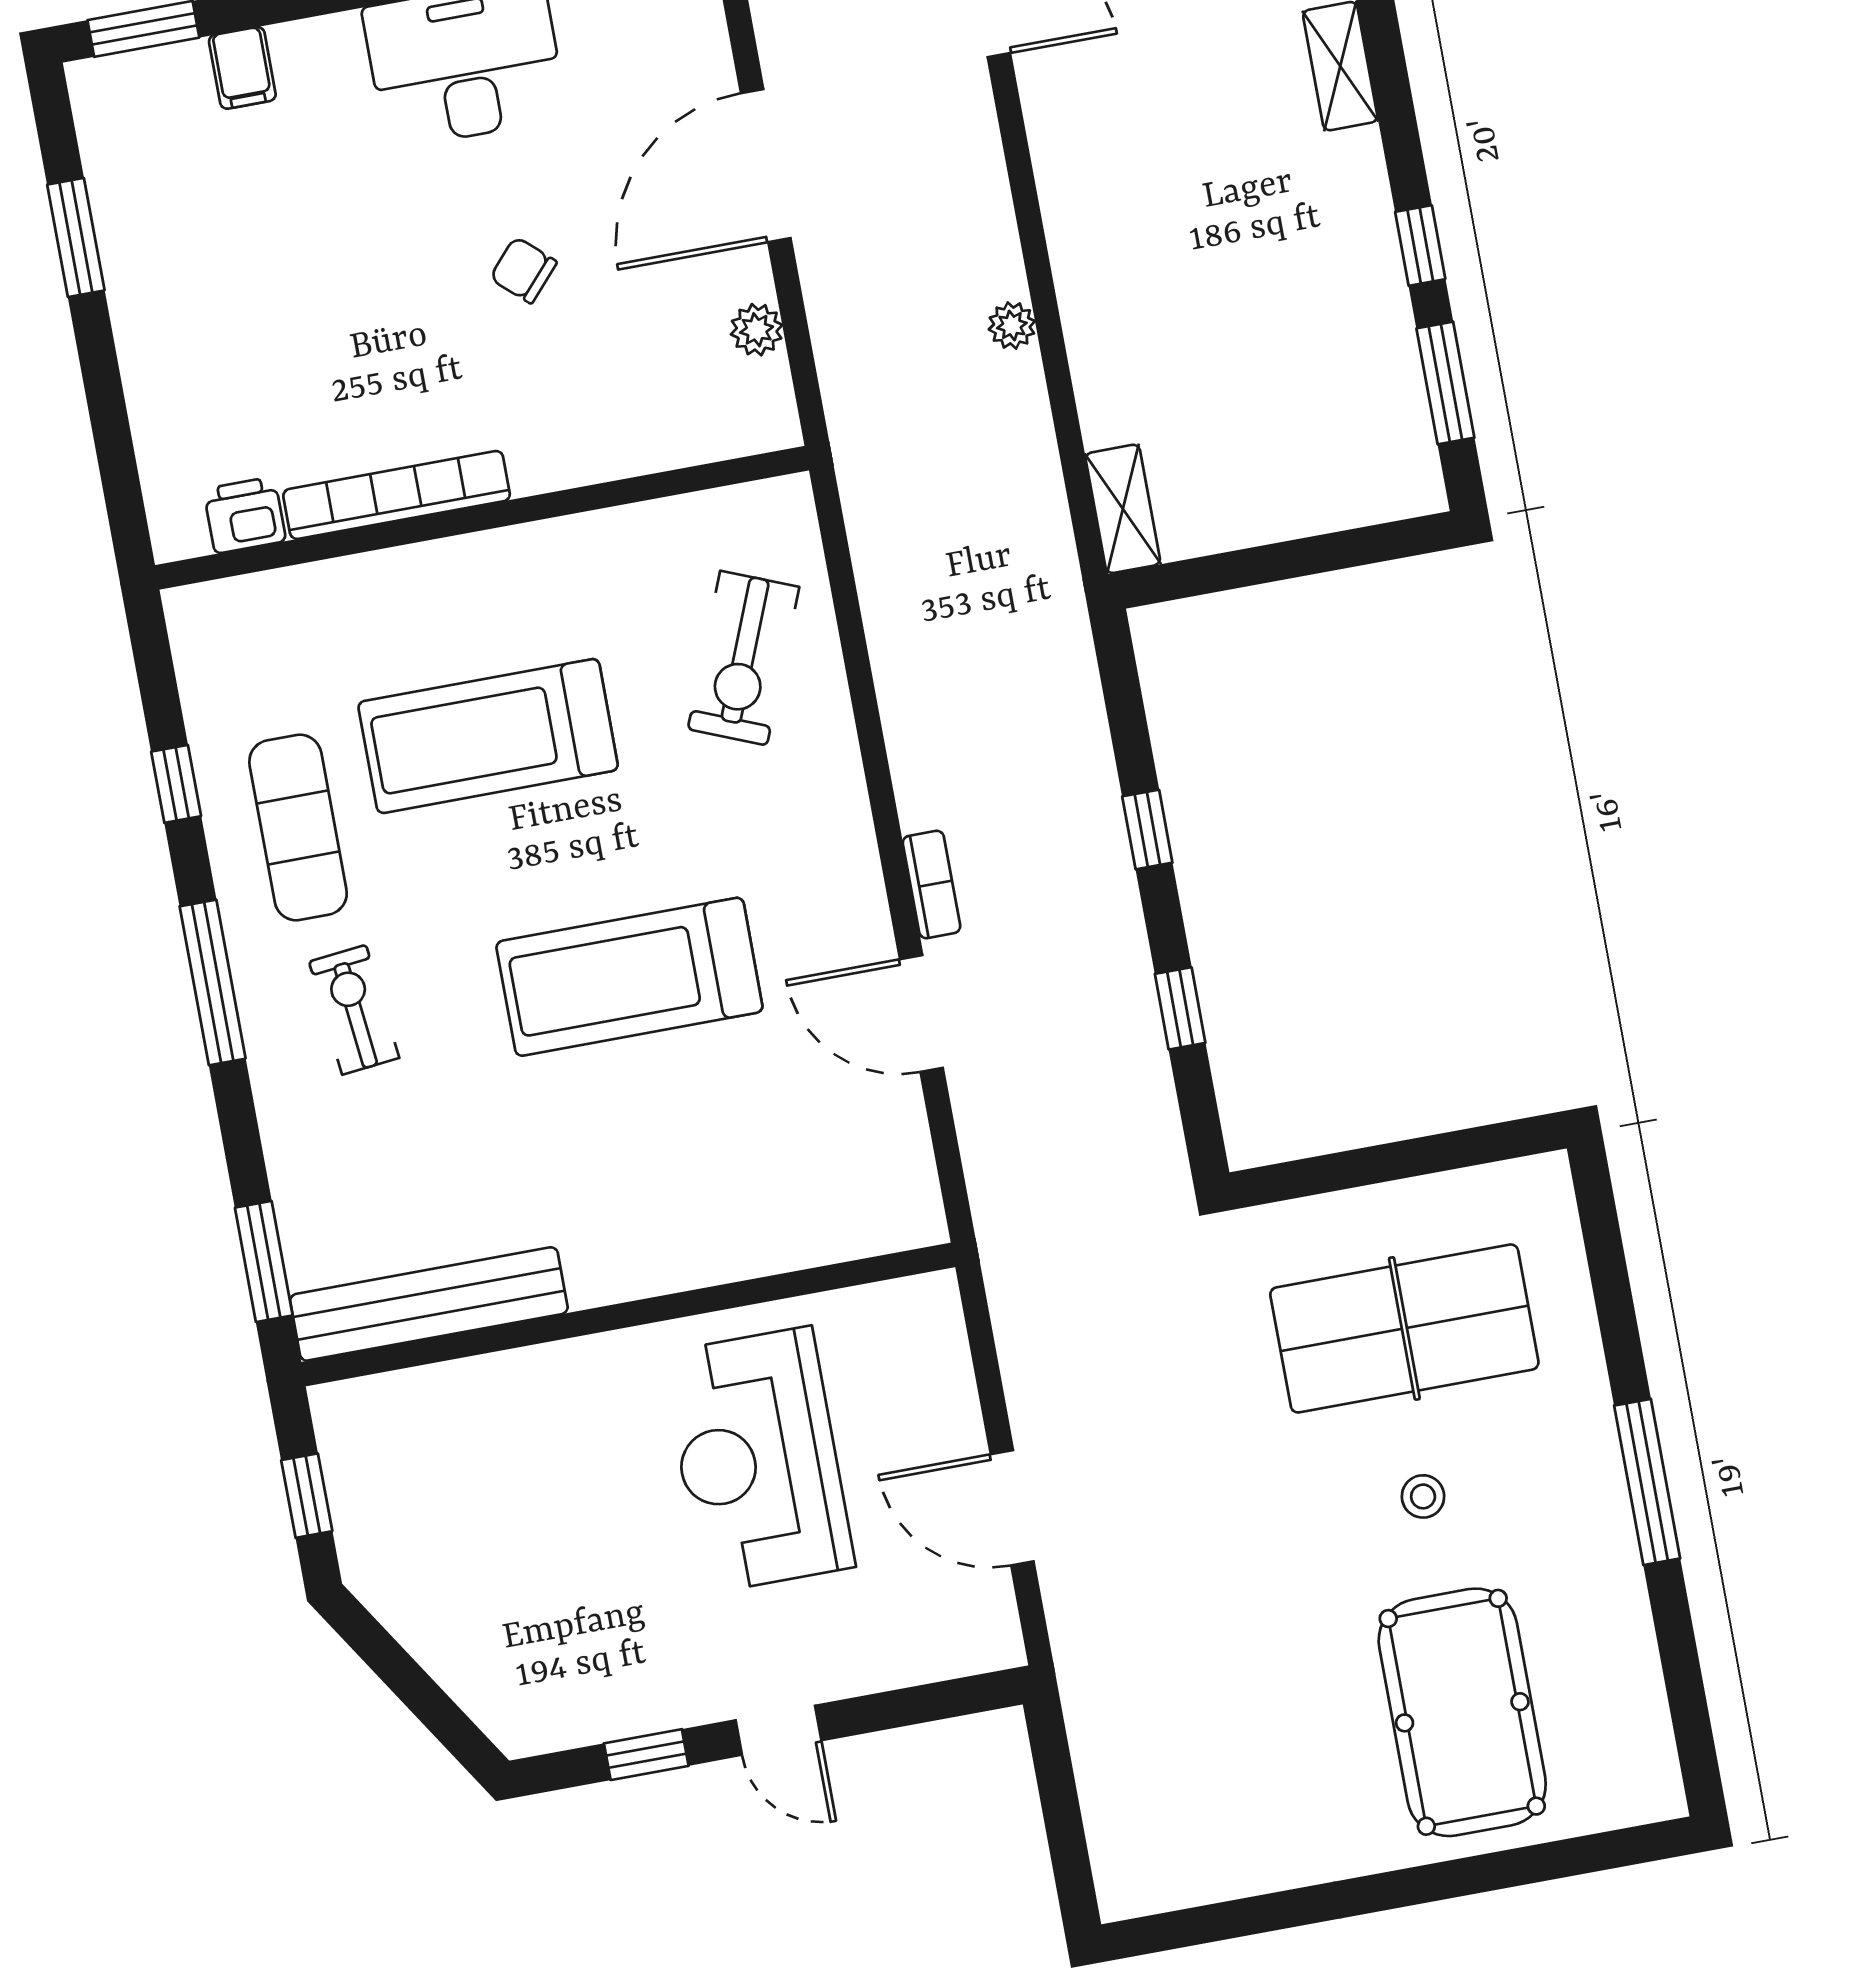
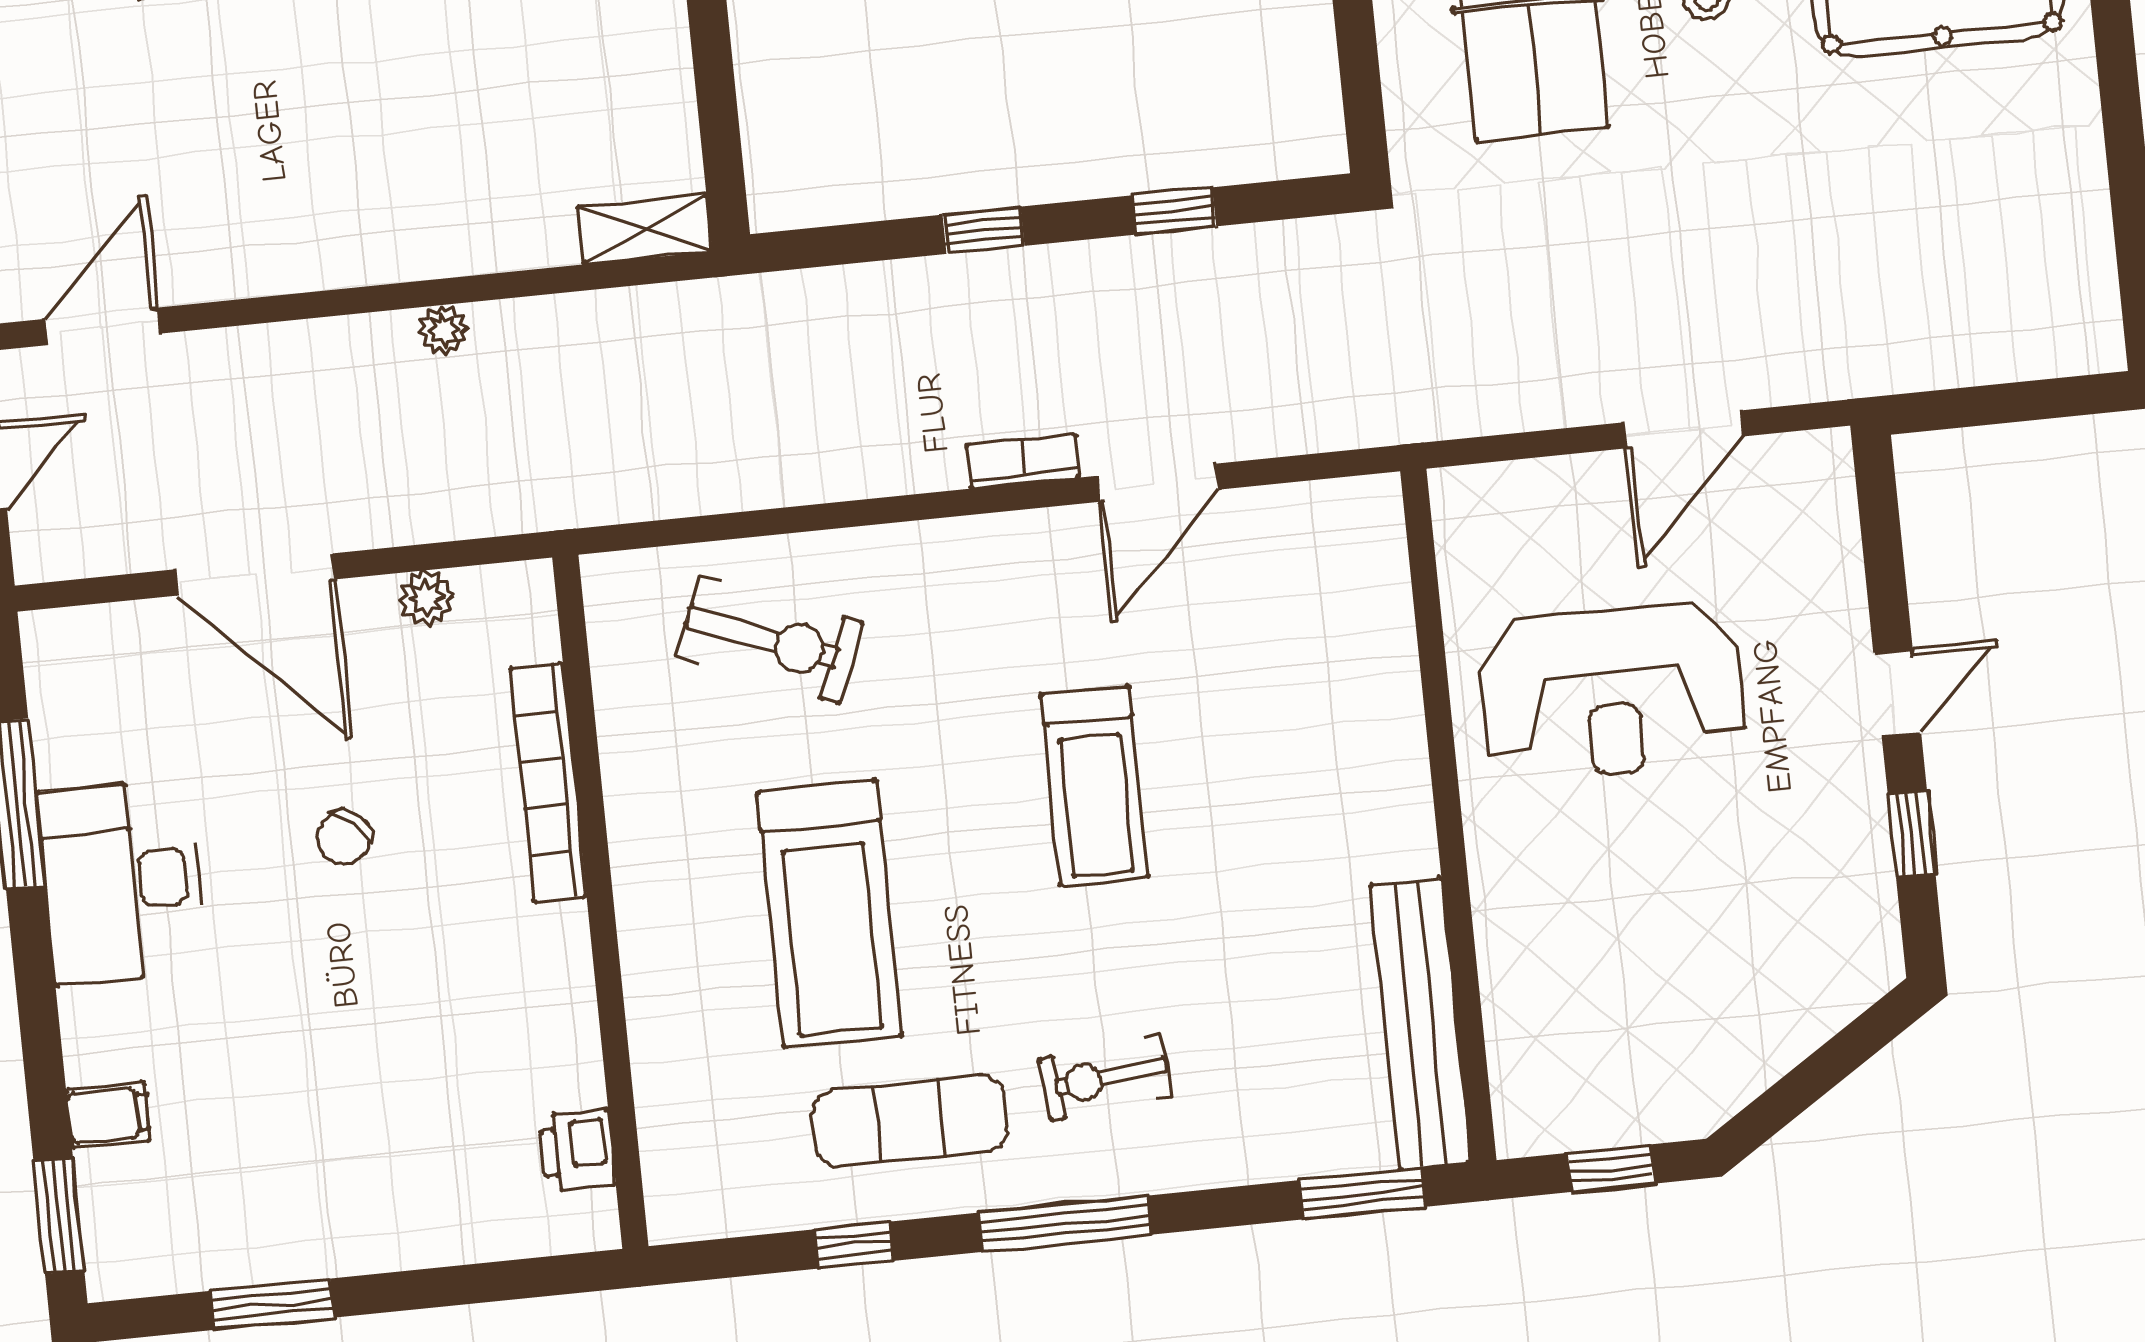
bookcase: (397, 495) -> (548, 783), moved
treadmill: (629, 977) -> (1094, 786), width x0.73, depth x0.73

